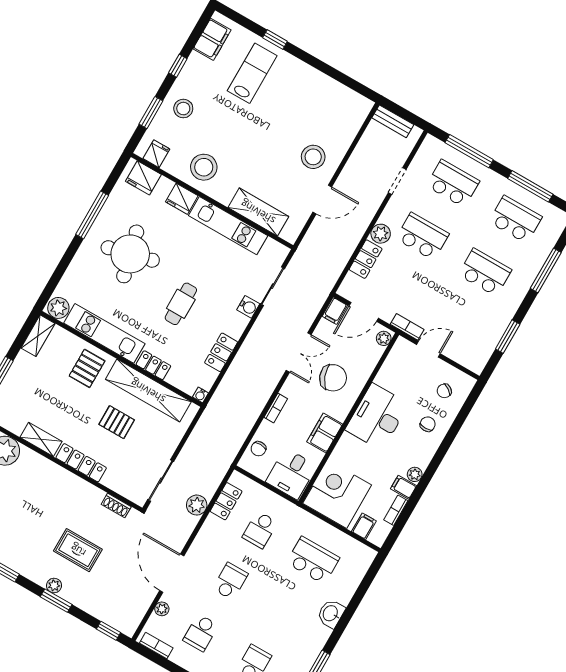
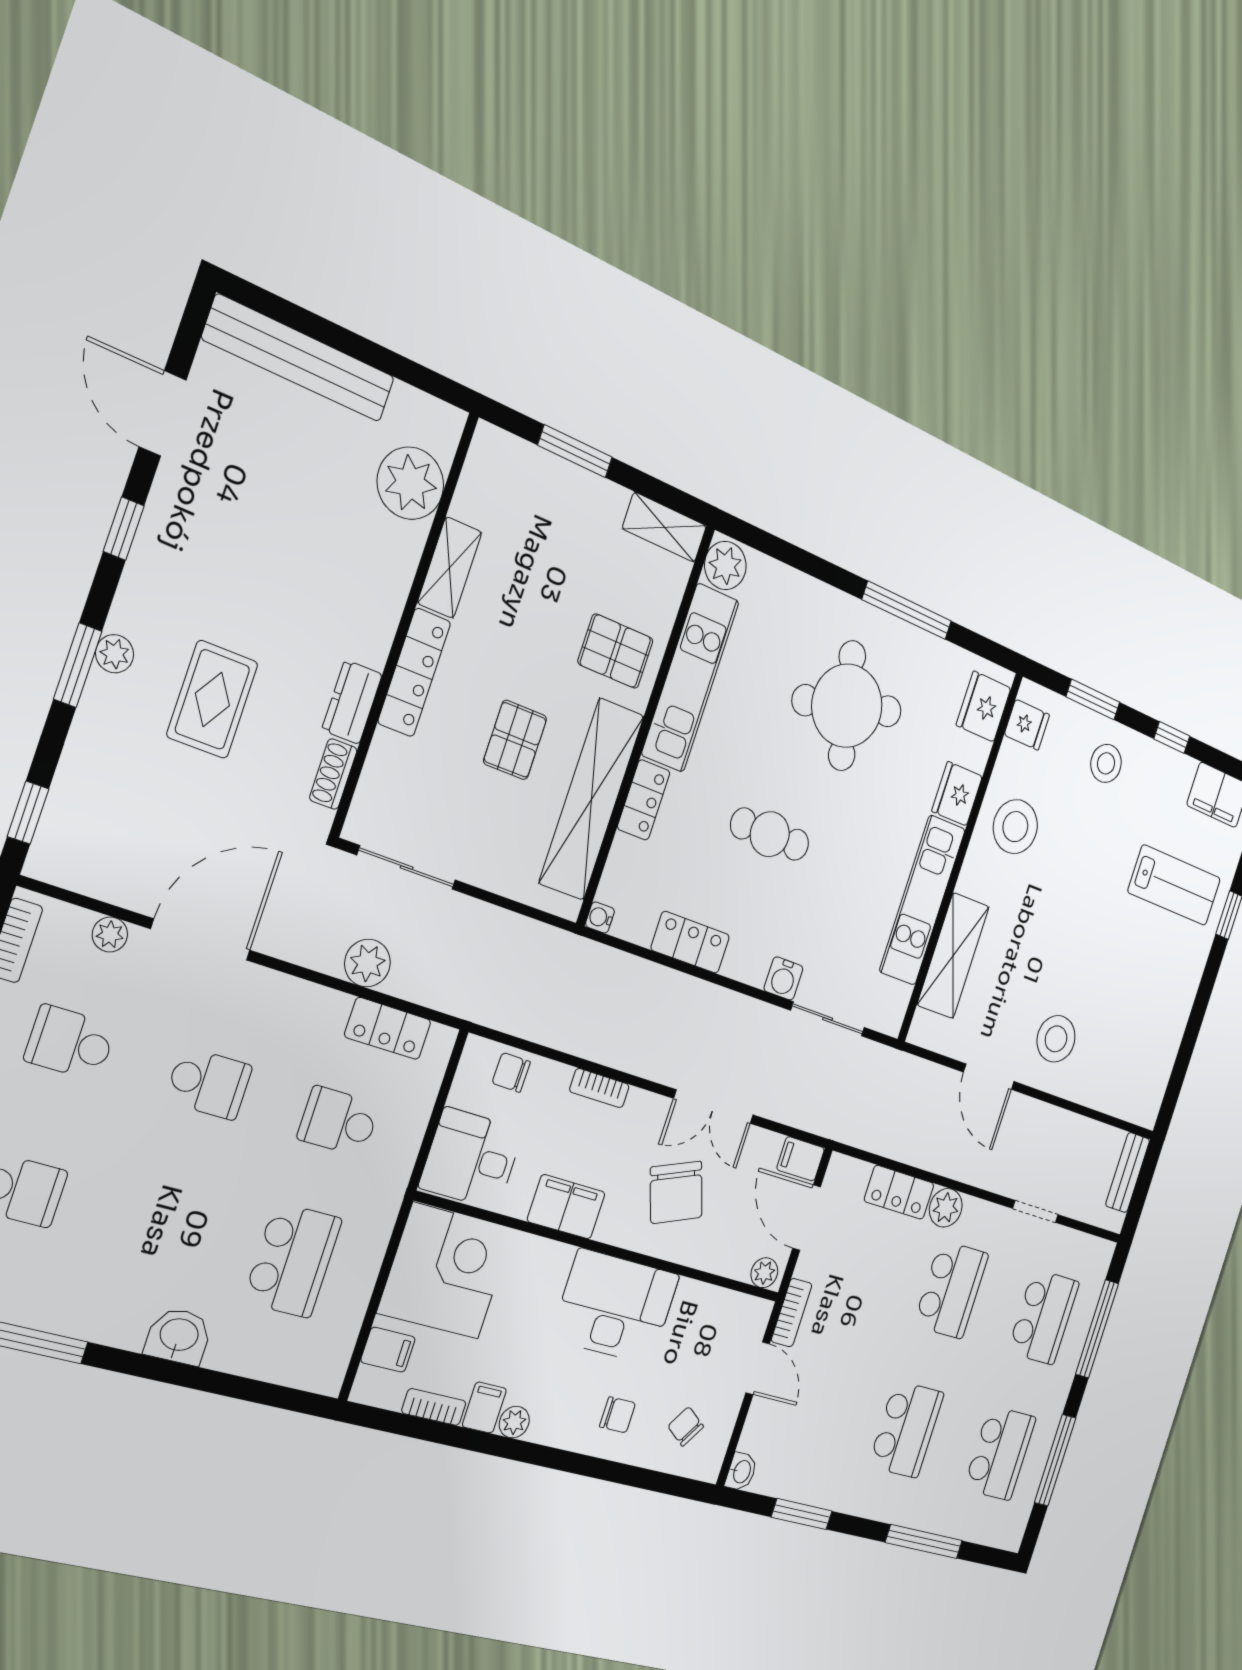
washbasin: (476, 366) -> (741, 1472), added
dresser: (89, 492) -> (352, 702), added

